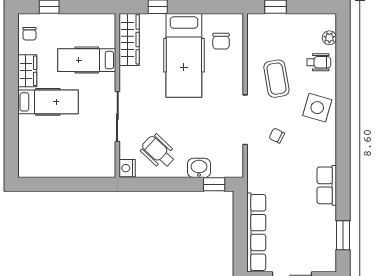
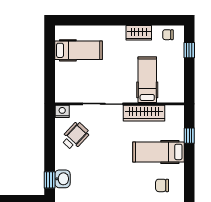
wardrobe: (129, 39) -> (144, 113), moved
hospital bed: (184, 55) -> (158, 152), width x0.73, depth x0.78
hospital bed: (48, 102) -> (78, 50), moved, turned -90
washbasin: (199, 168) -> (62, 179), moved

